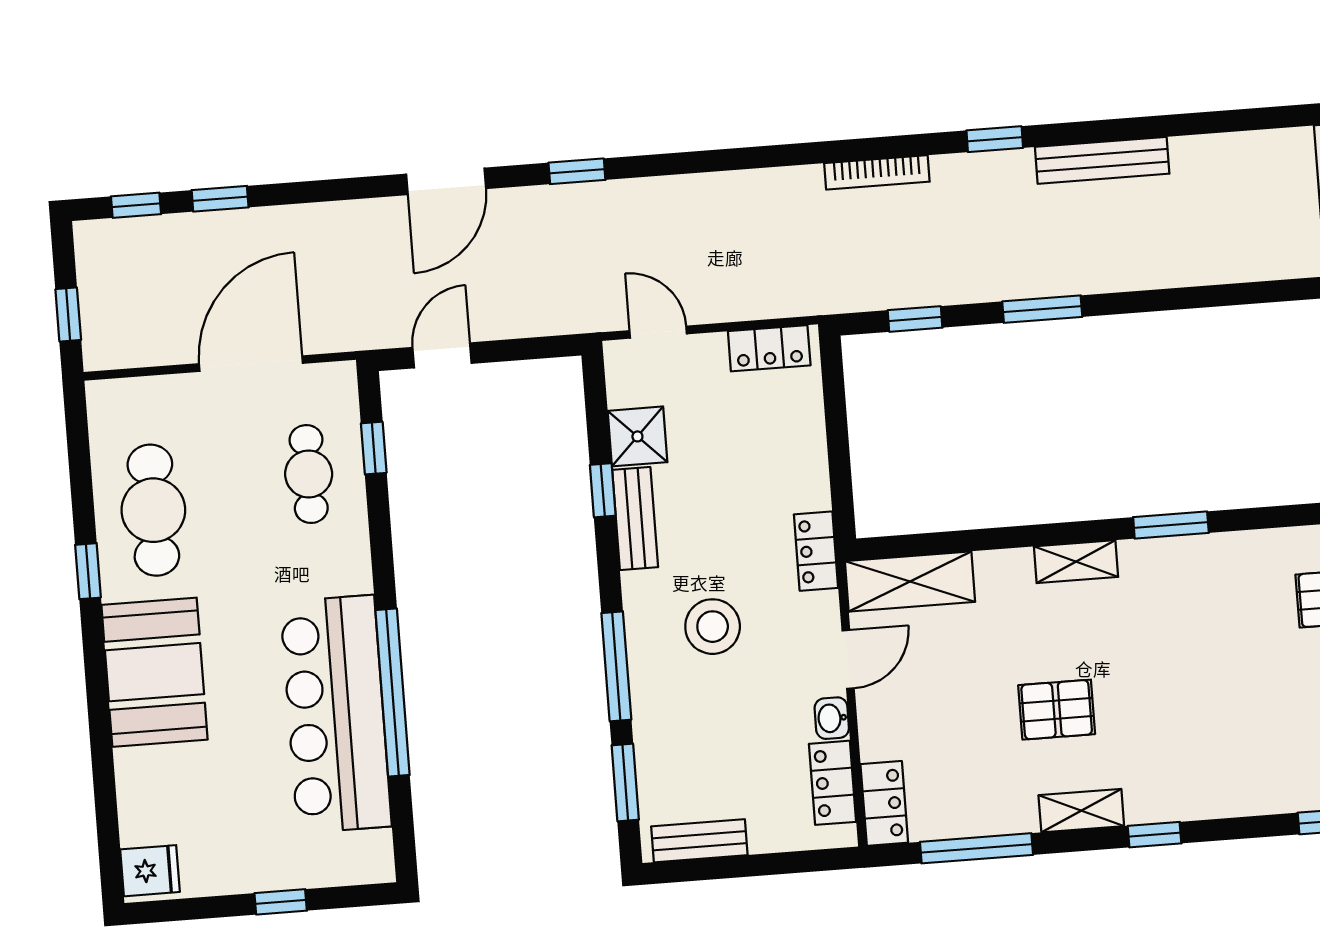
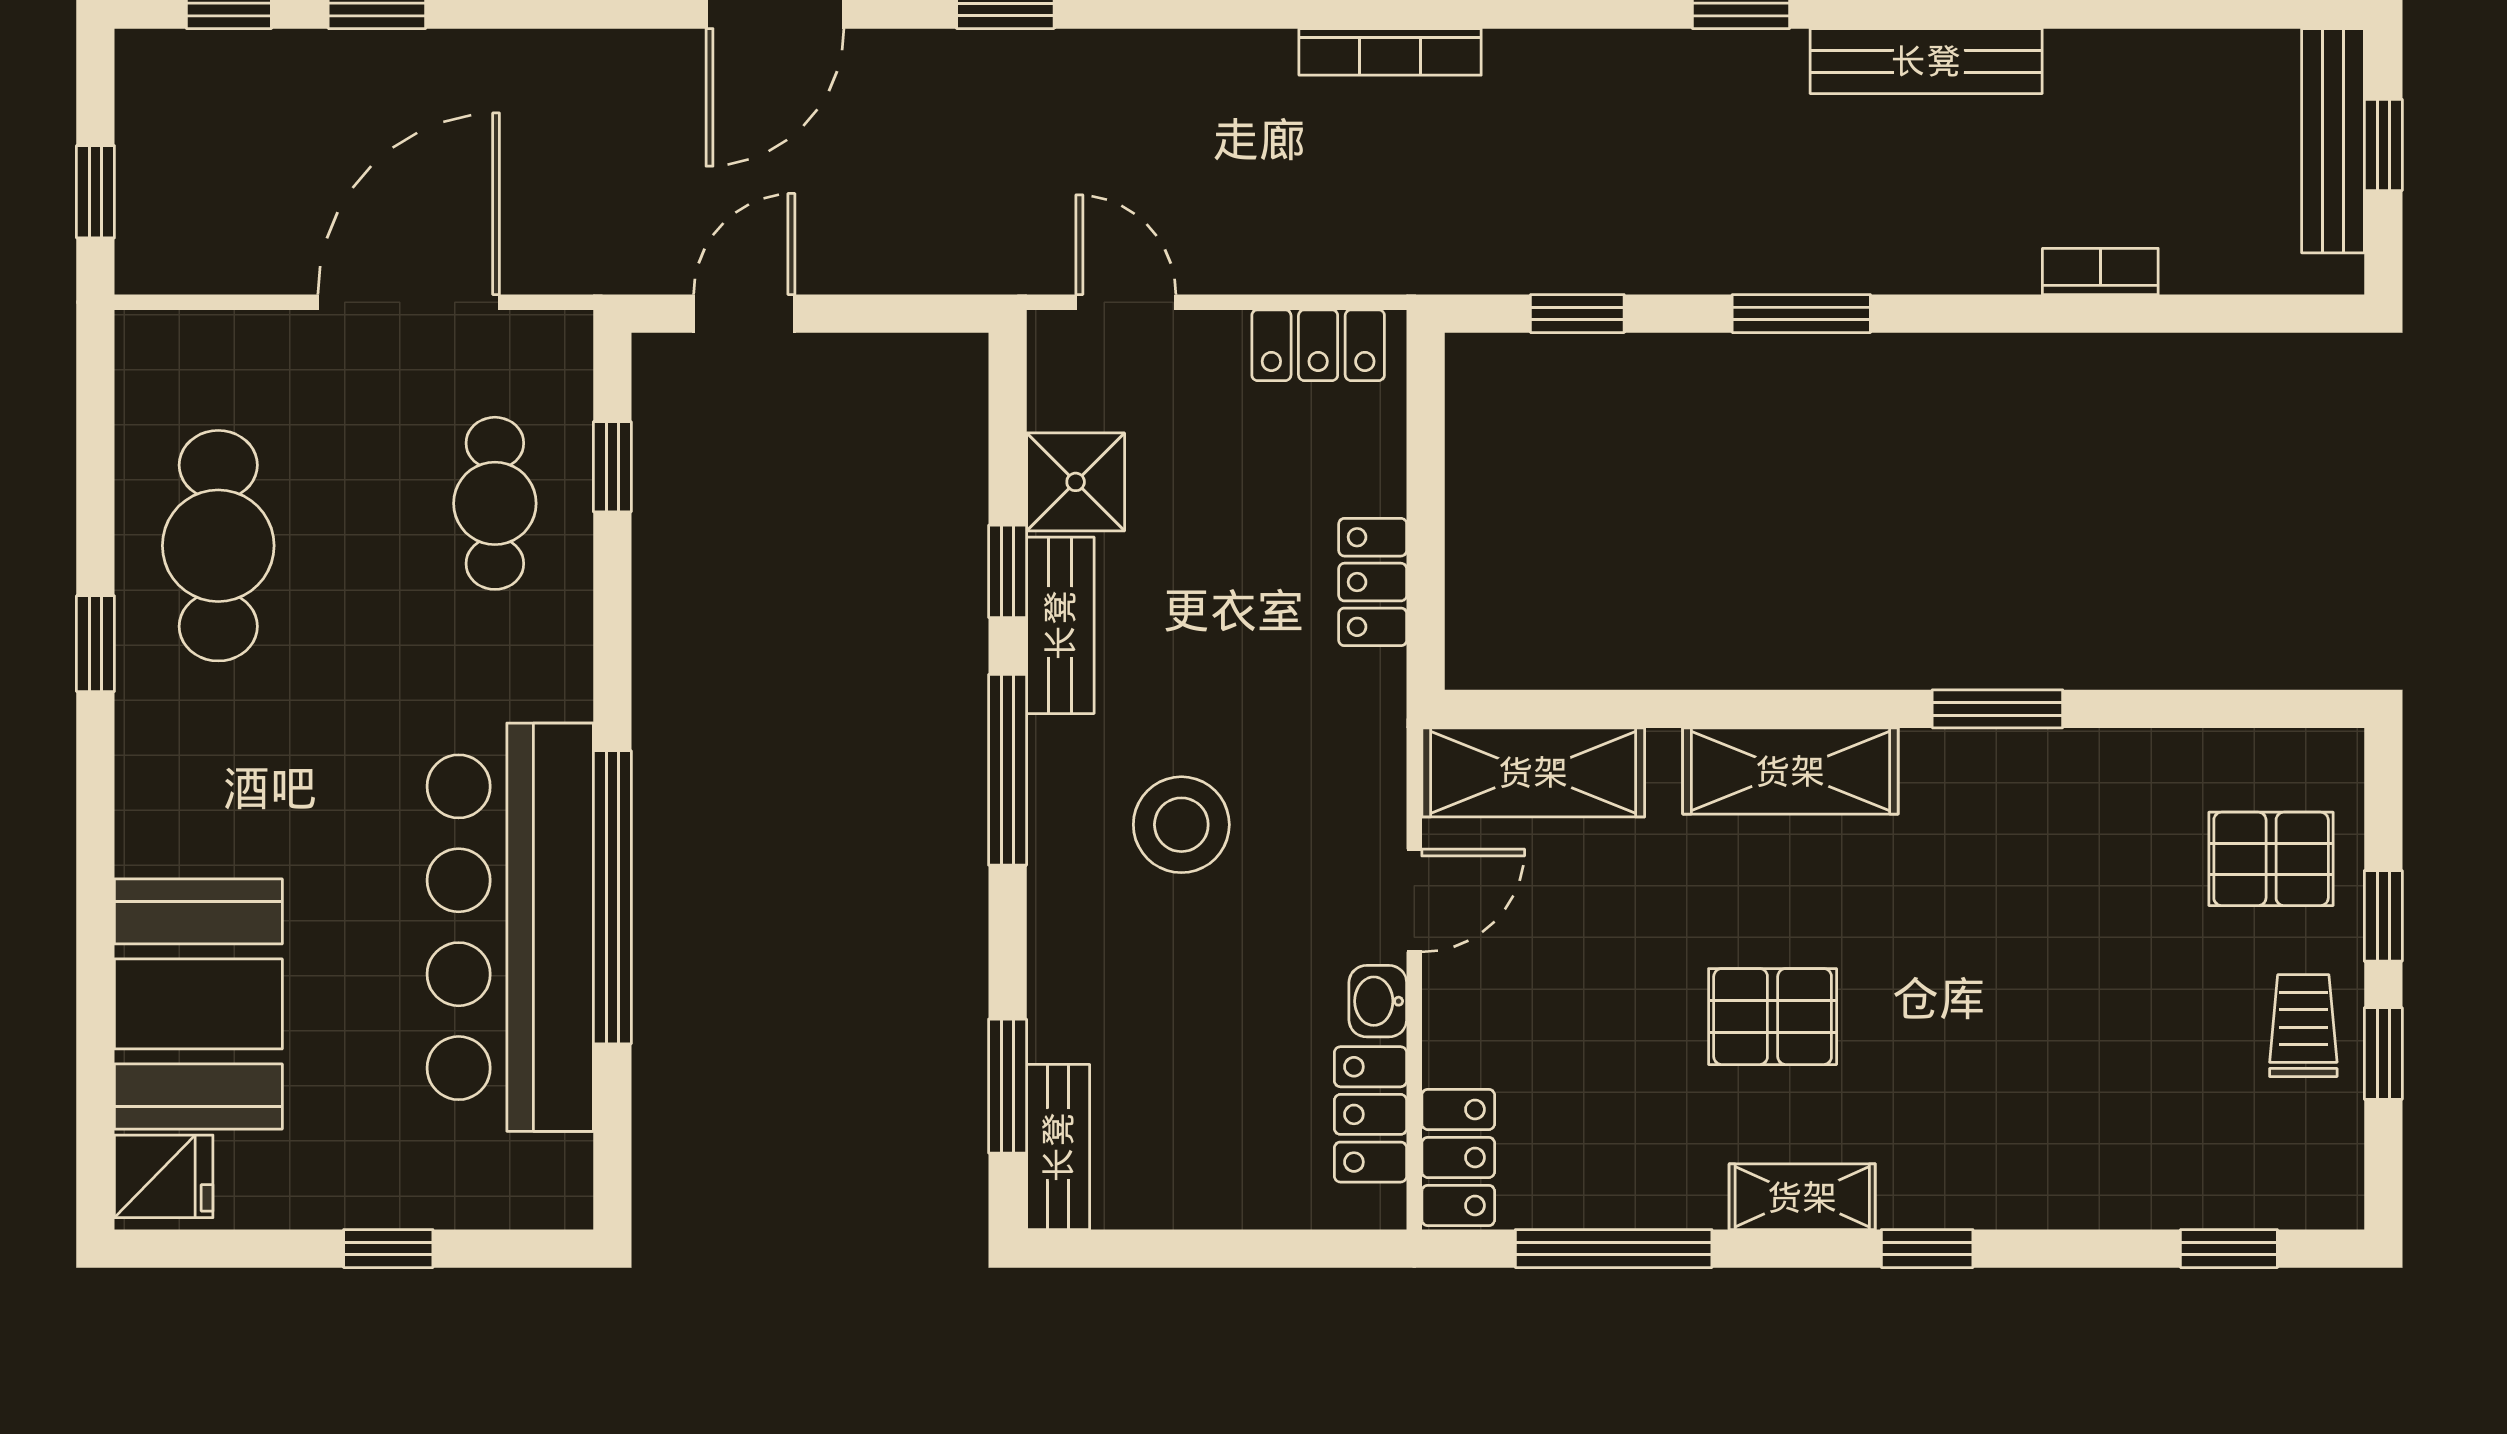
bookcase: (877, 172) -> (1390, 52), moved
bookcase: (1210, 272) -> (2100, 271), added
locker: (816, 551) -> (1373, 582), moved
shelving: (1076, 562) -> (1790, 771), width x1.50, depth x1.33
window: (616, 666) -> (1008, 770), moved
booth: (155, 672) -> (198, 1004), moved
bench: (699, 841) -> (1058, 1147), moved, turned 90

